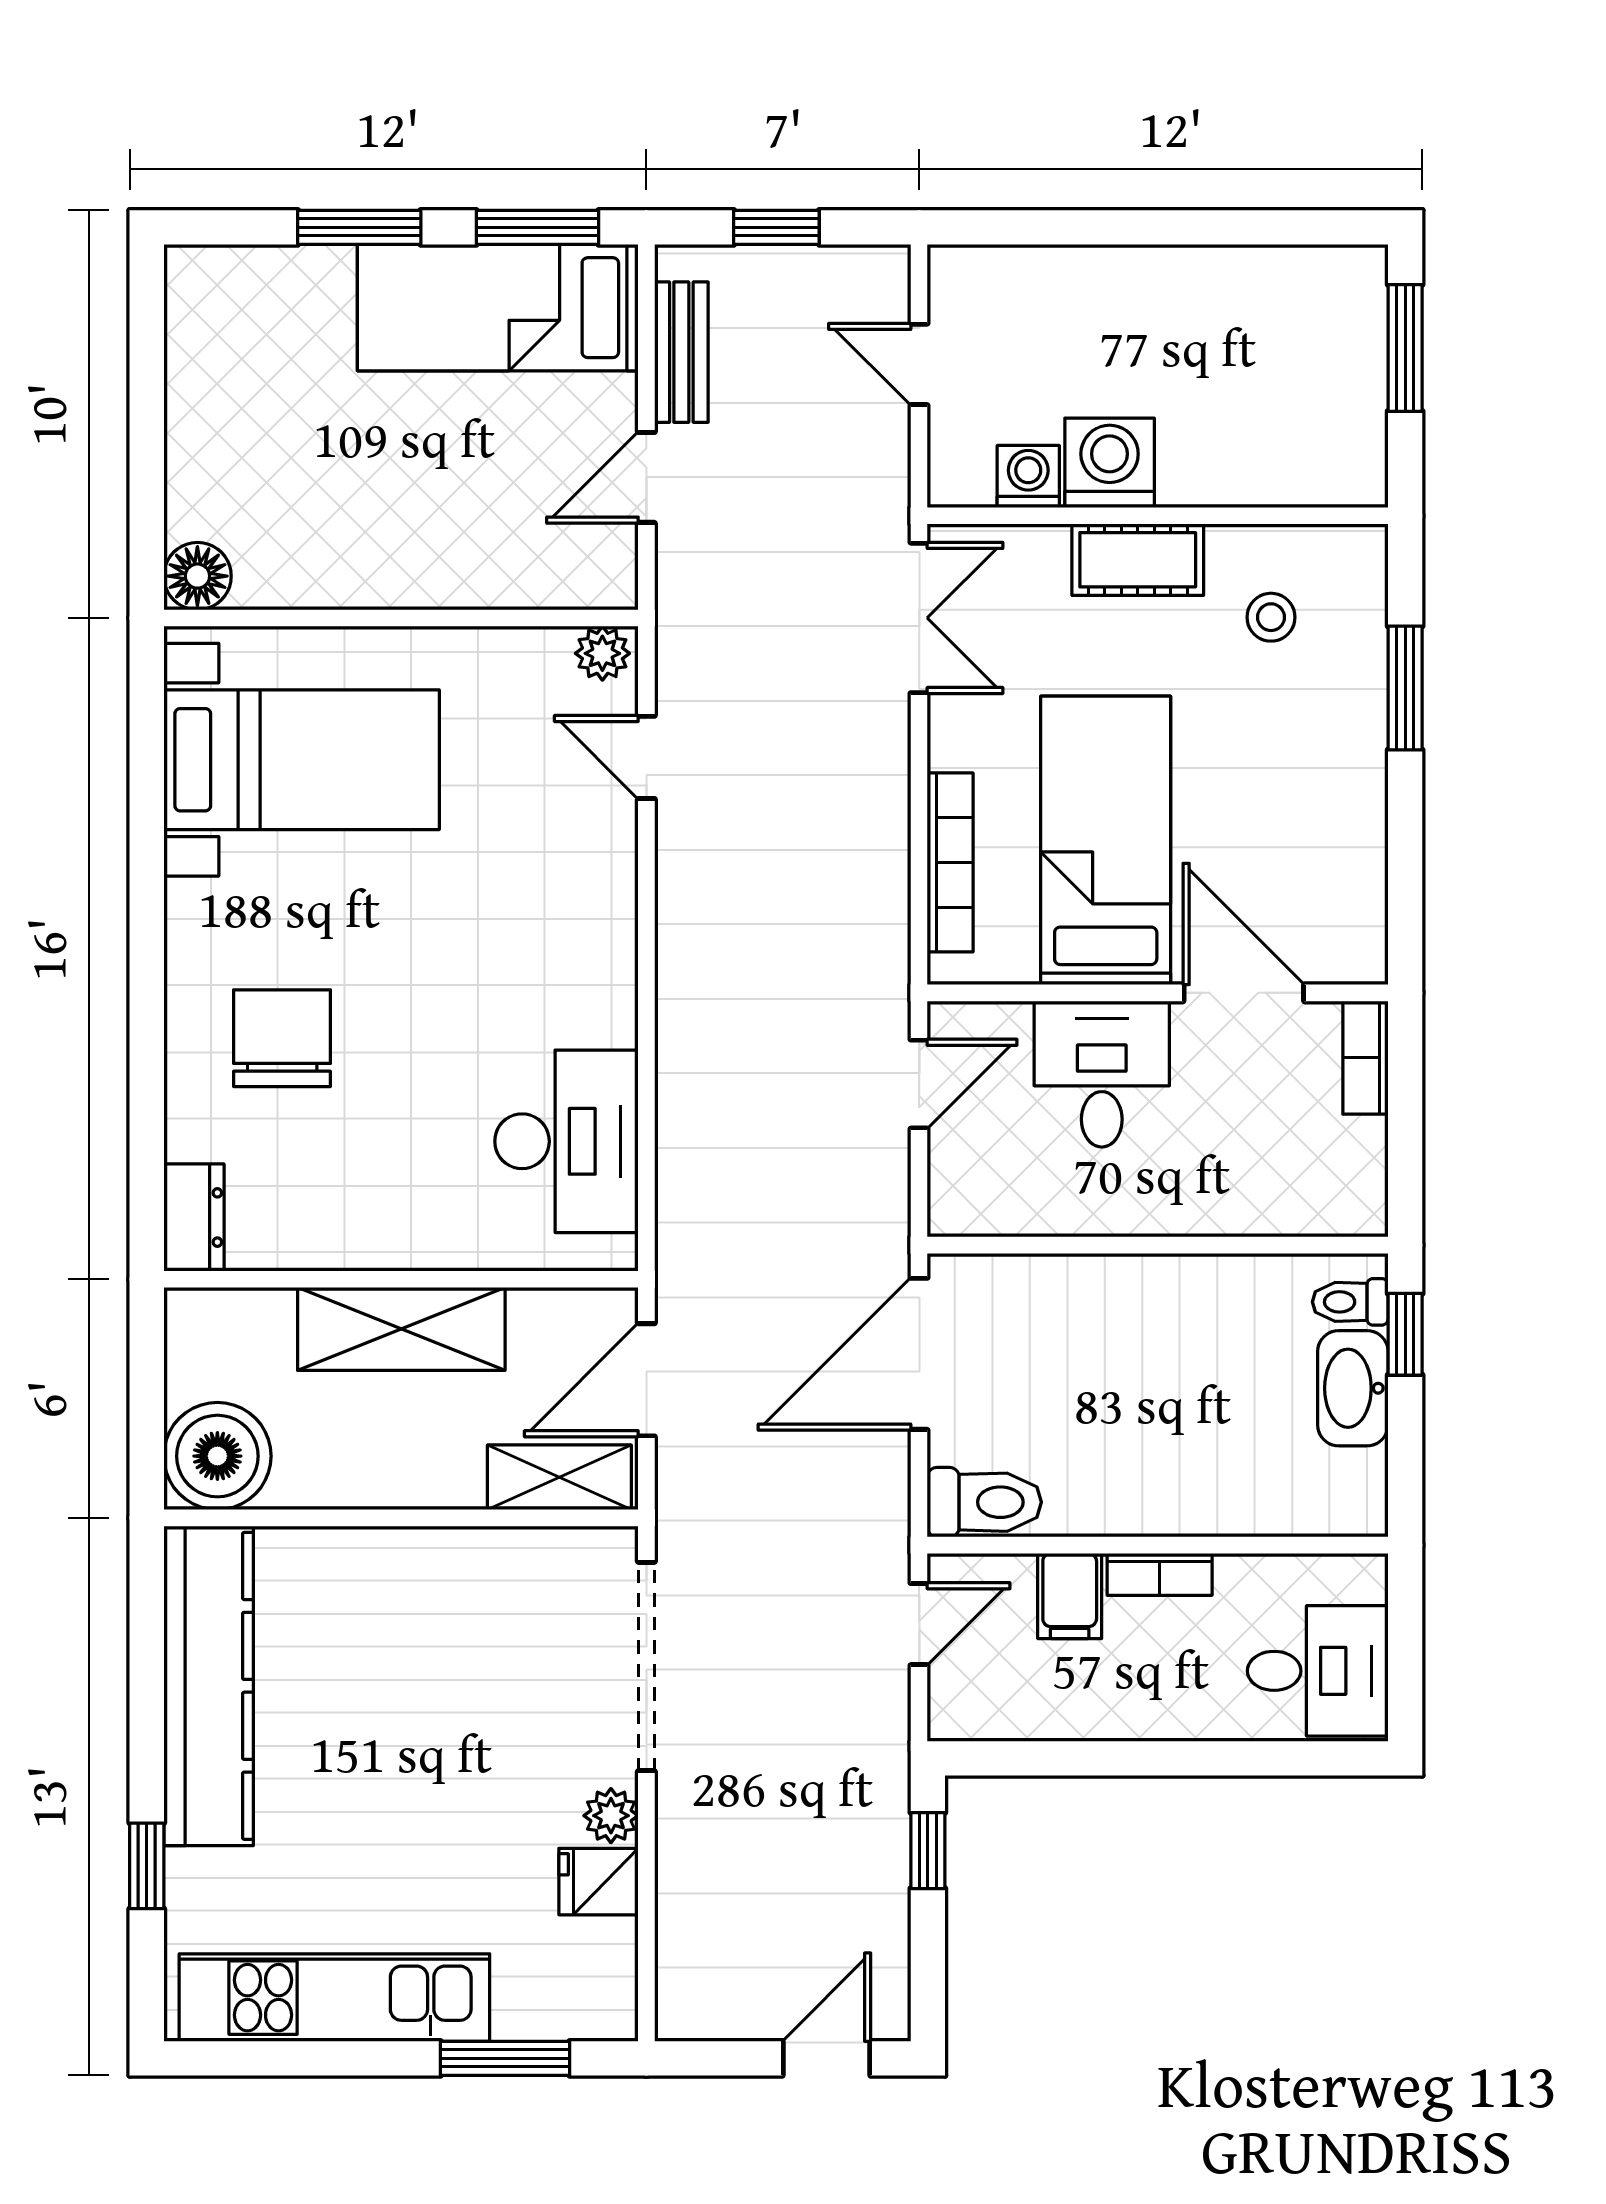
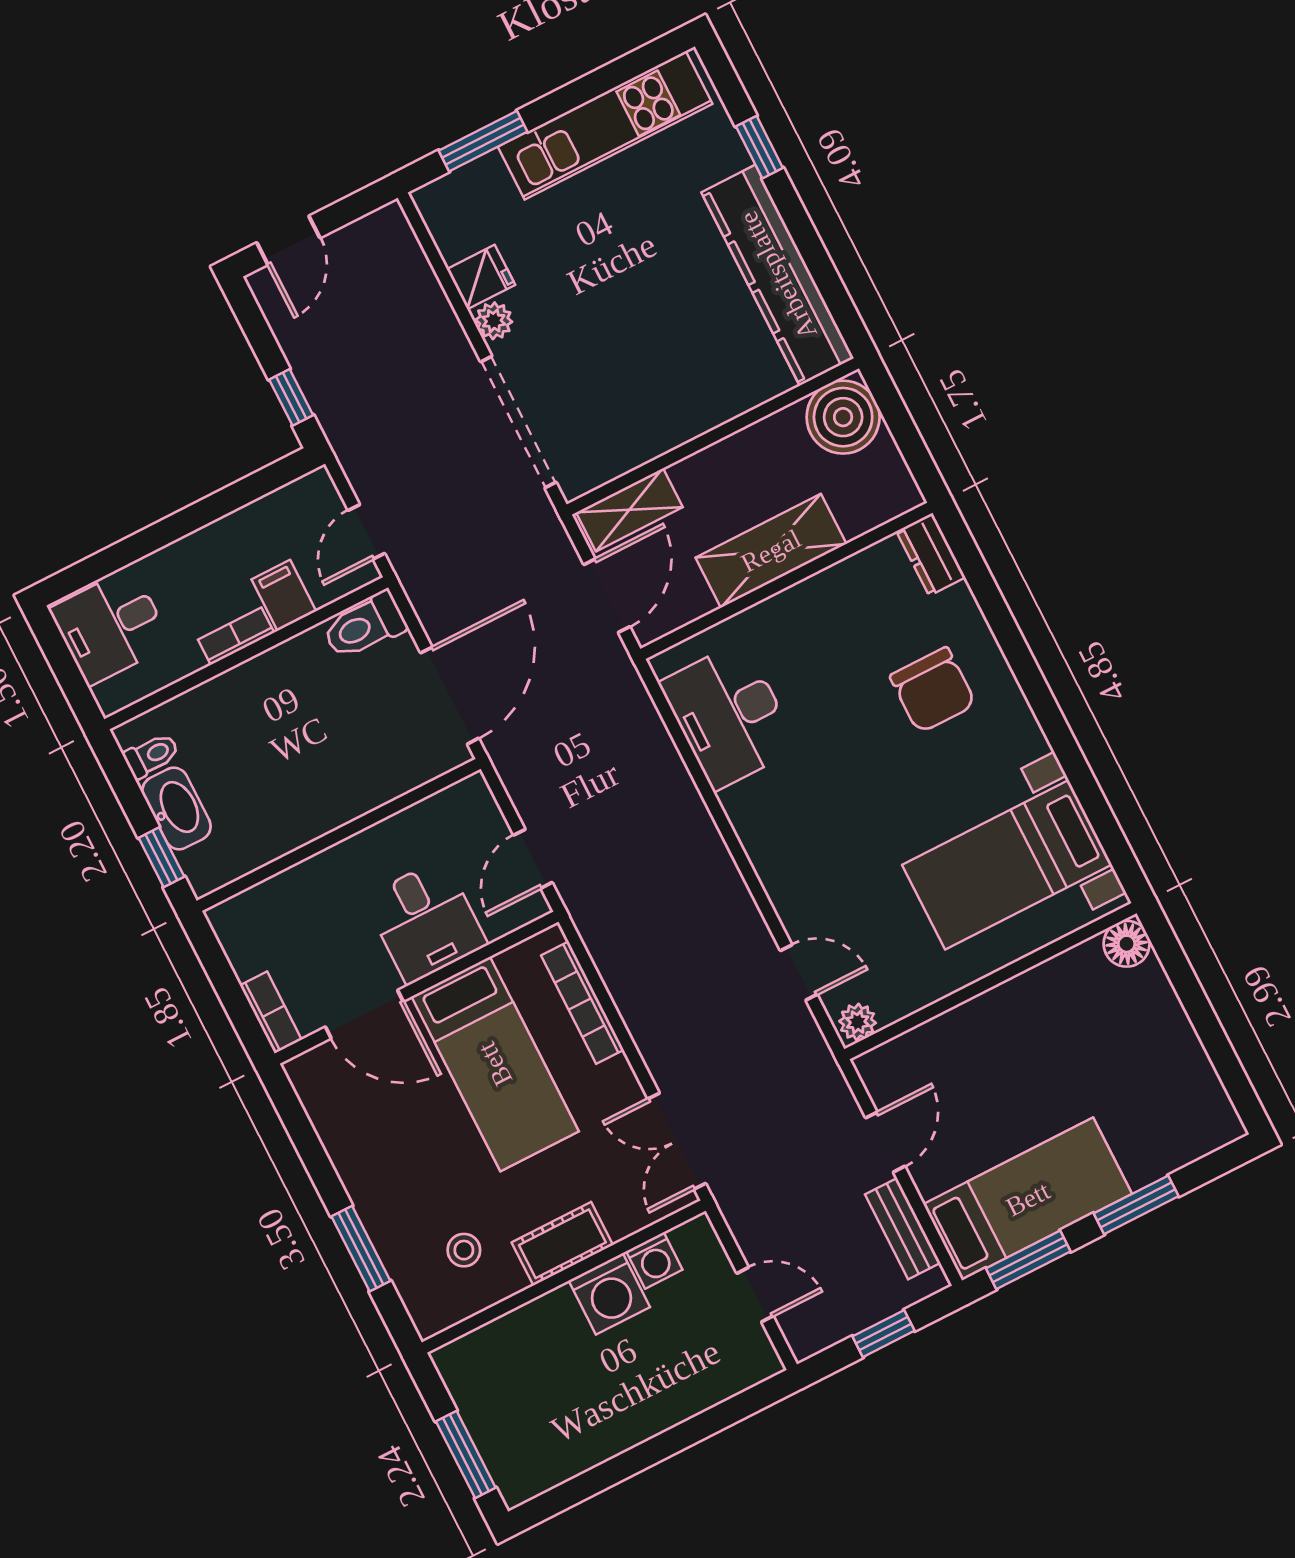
toilet: (1350, 1302) -> (151, 755), moved

